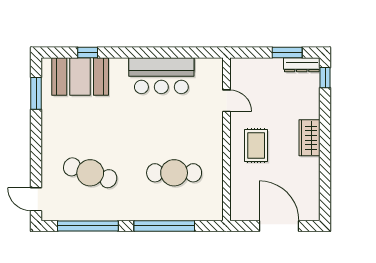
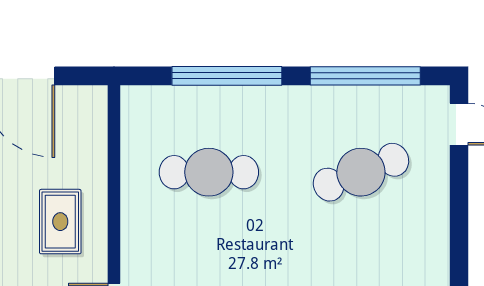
cafe table: (90, 173) -> (361, 172), turned -39

